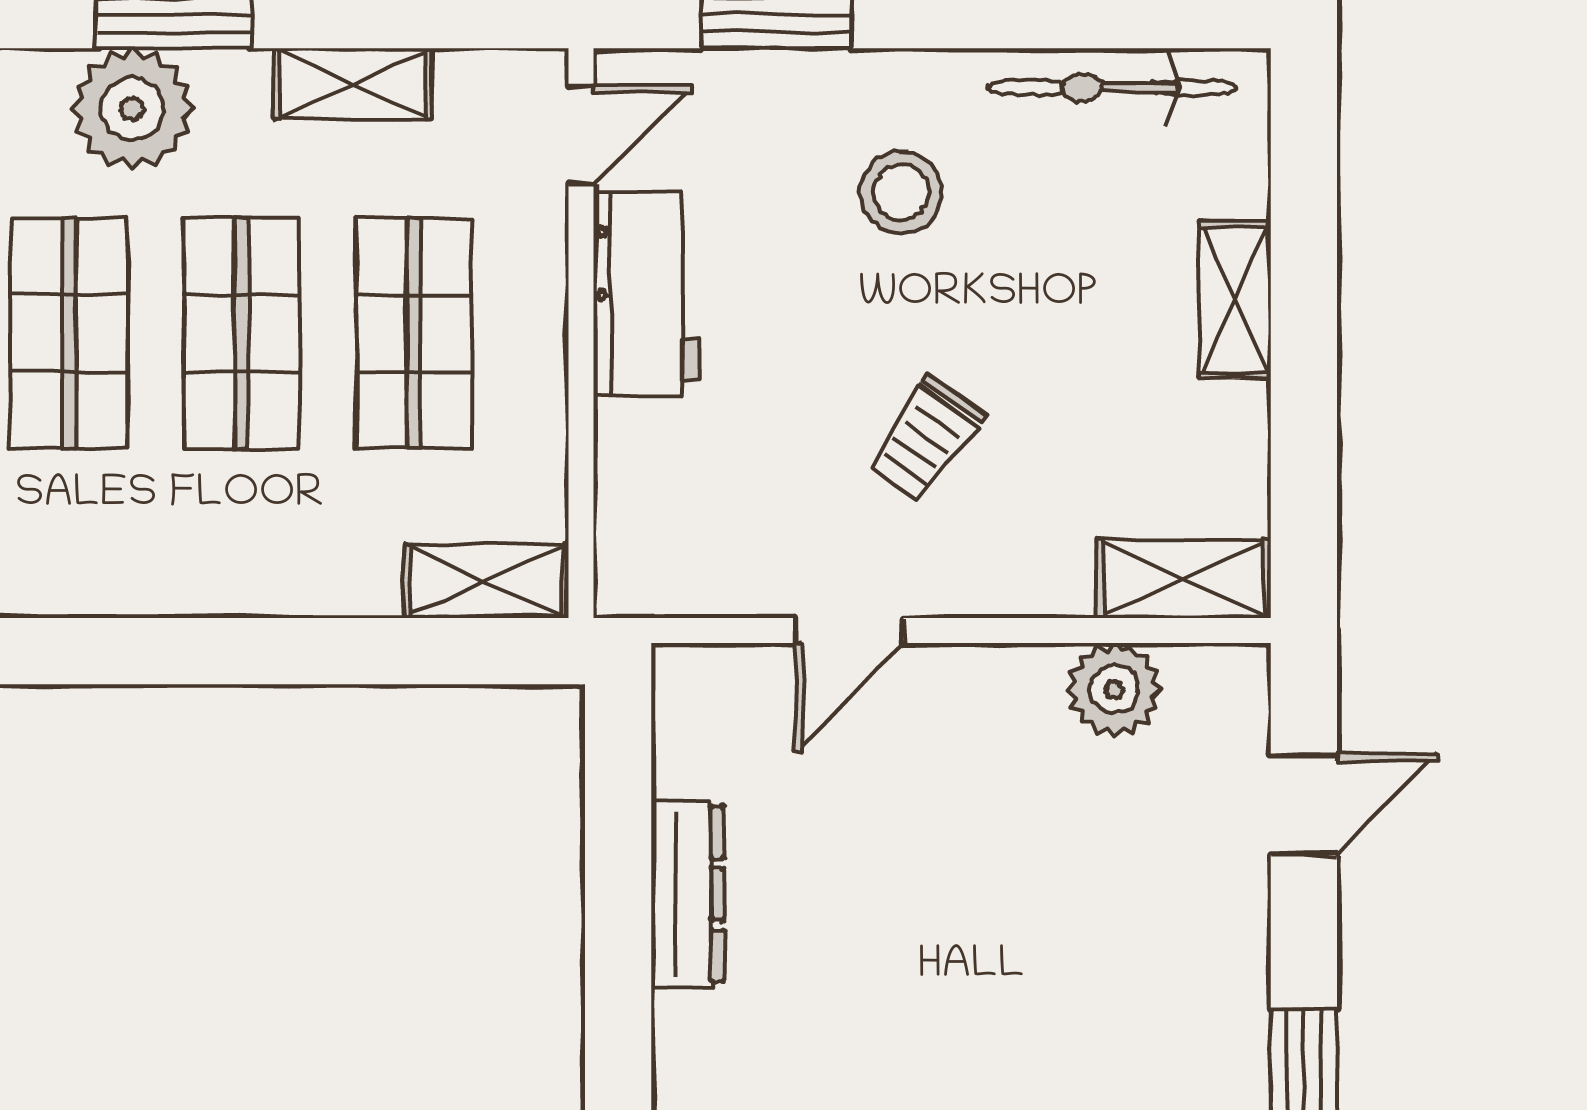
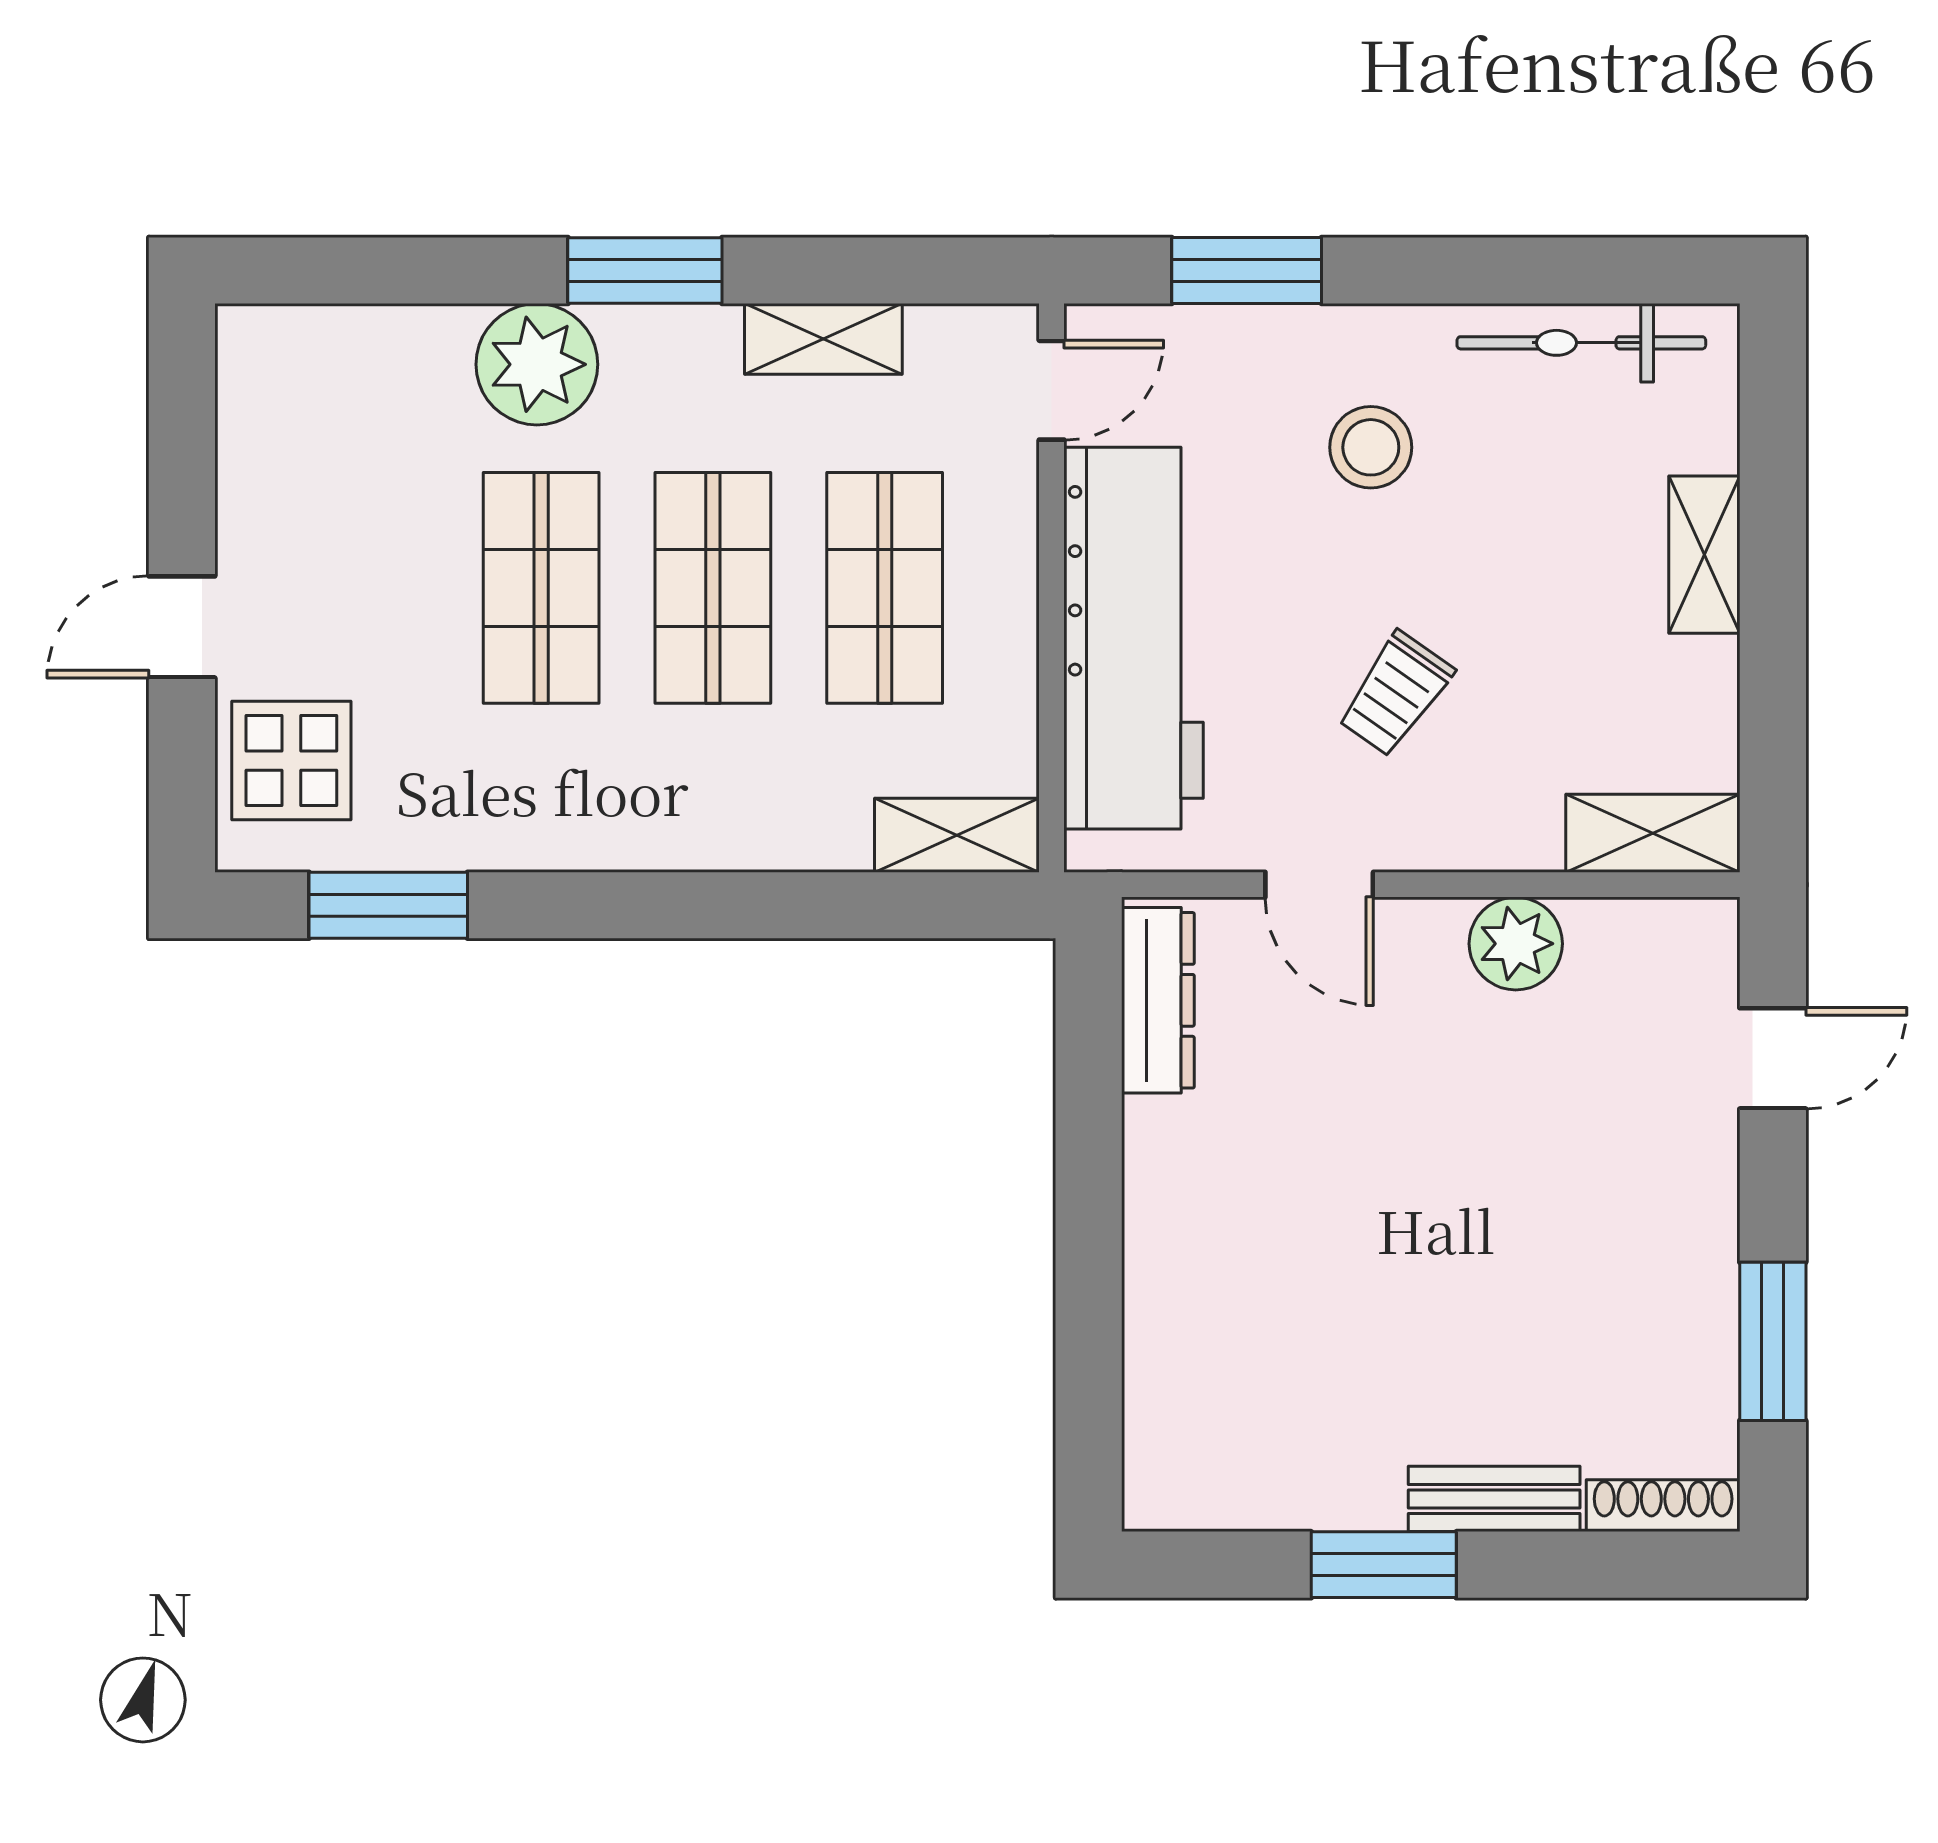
plant: (132, 109) -> (537, 364), moved
workbench: (646, 294) -> (1134, 638), width x1.88, depth x1.32
door: (849, 630) -> (1319, 885), hinge flipped
plant: (1114, 689) -> (1516, 944), moved
dresser: (688, 894) -> (1158, 1000), moved

